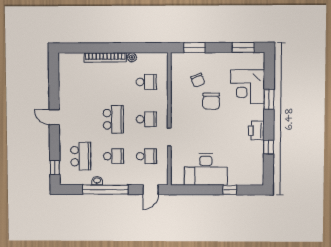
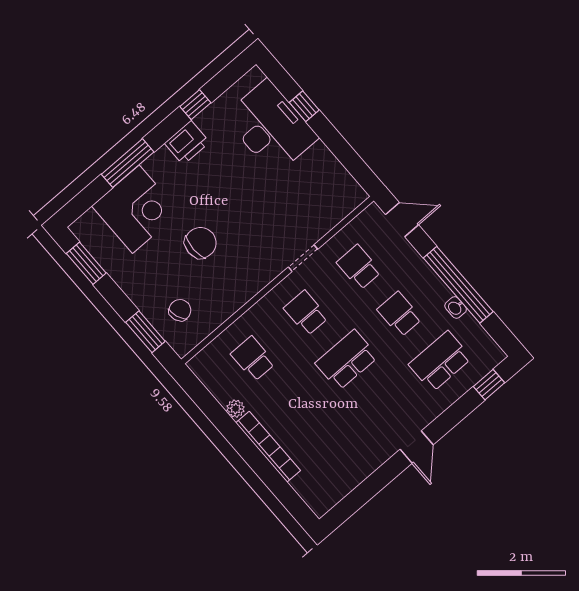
chair: (198, 80) -> (180, 310), moved
window: (269, 99) -> (128, 163), width x1.44
desk: (206, 169) -> (271, 127), moved

